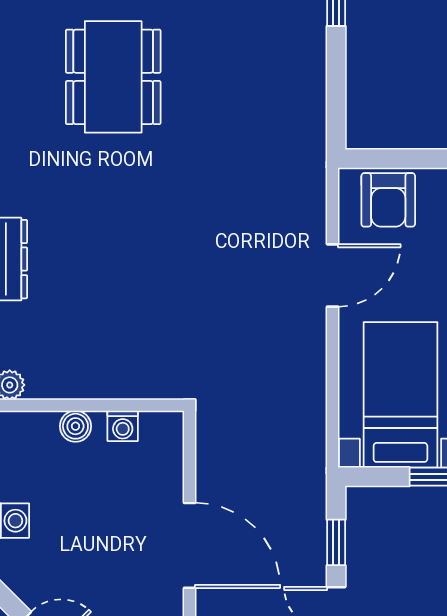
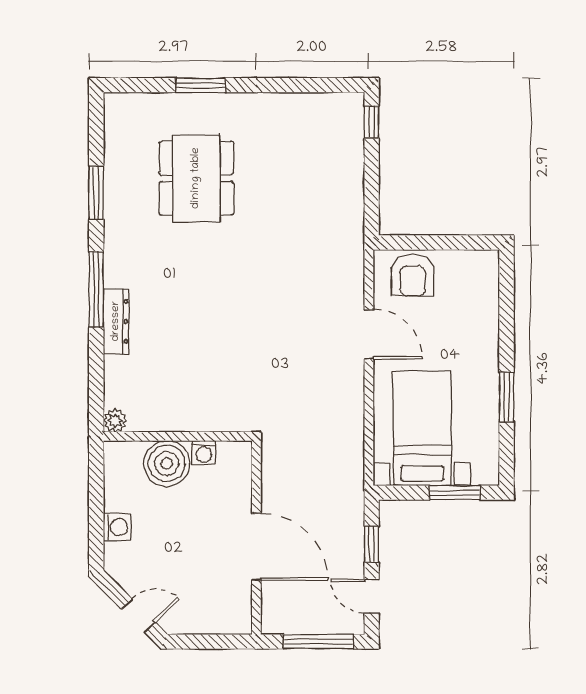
door: (333, 275) -> (369, 334), hinge flipped
boiler: (75, 426) -> (167, 464), width x1.86, depth x1.86

